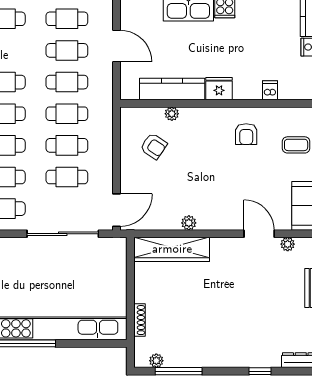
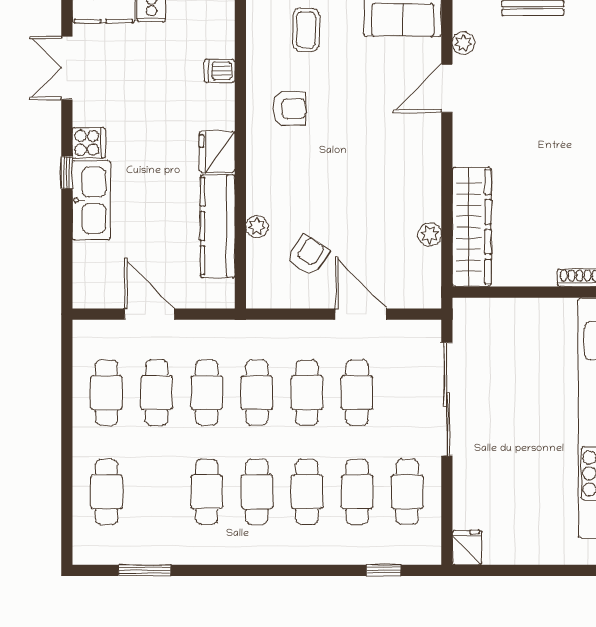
door: (116, 46) -> (150, 314), hinge flipped
door: (116, 210) -> (361, 314), moved
plant: (189, 223) -> (430, 234), moved

